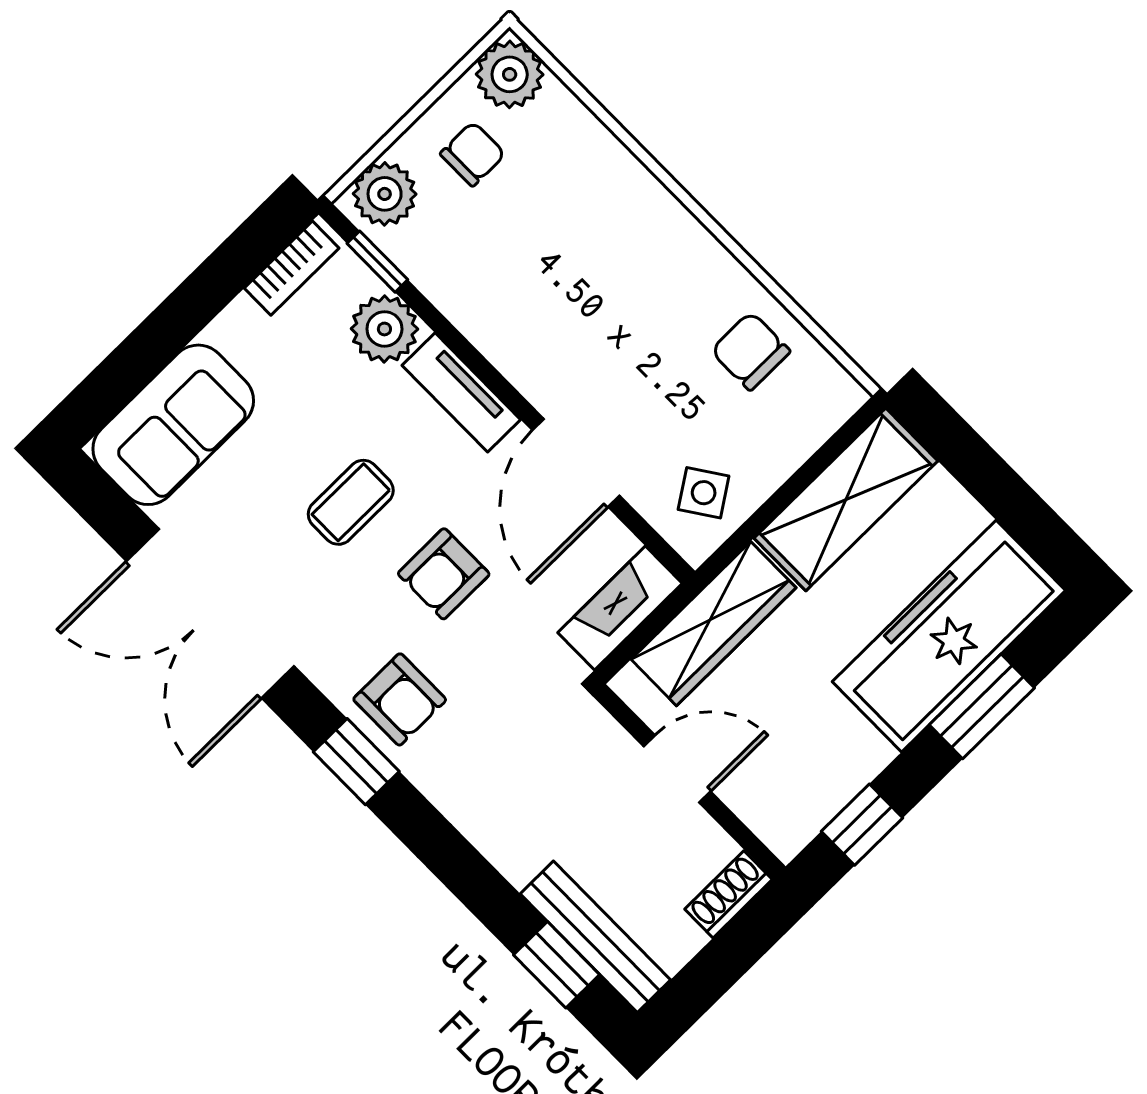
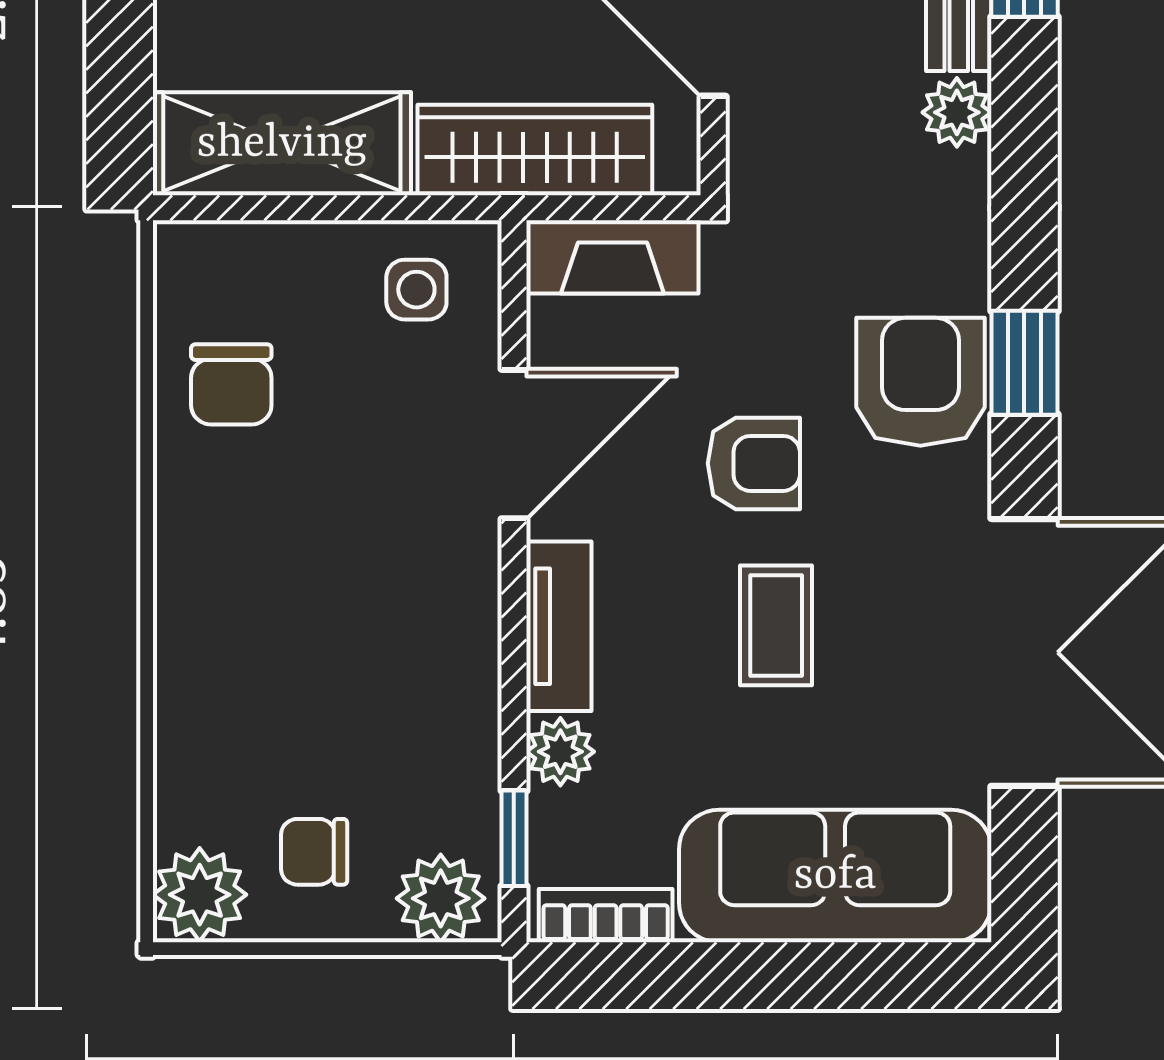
plant: (384, 329) -> (560, 752), width x0.73, depth x0.73
sofa: (173, 425) -> (835, 876), width x1.36
side table: (704, 493) -> (416, 290), turned 34
coffee table: (351, 502) -> (776, 625), turned 90
armchair: (400, 699) -> (920, 382), width x1.38, depth x1.38
plant: (517, 855) -> (957, 112), added

